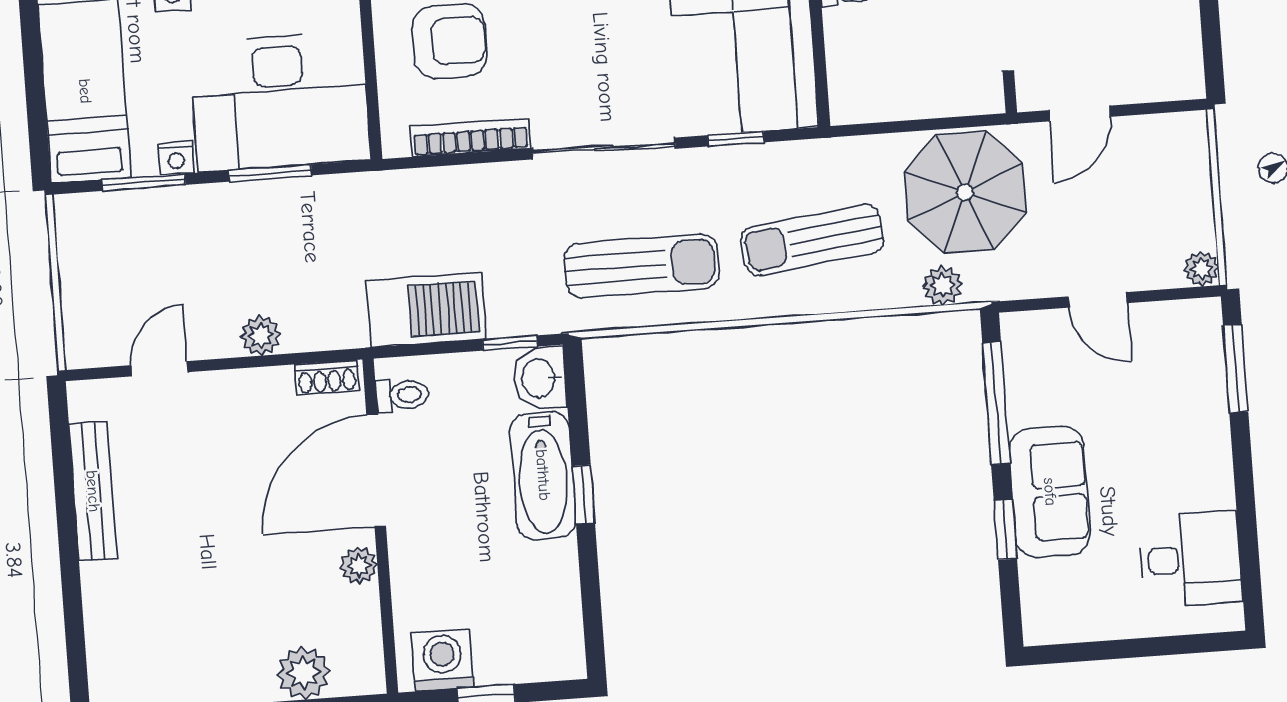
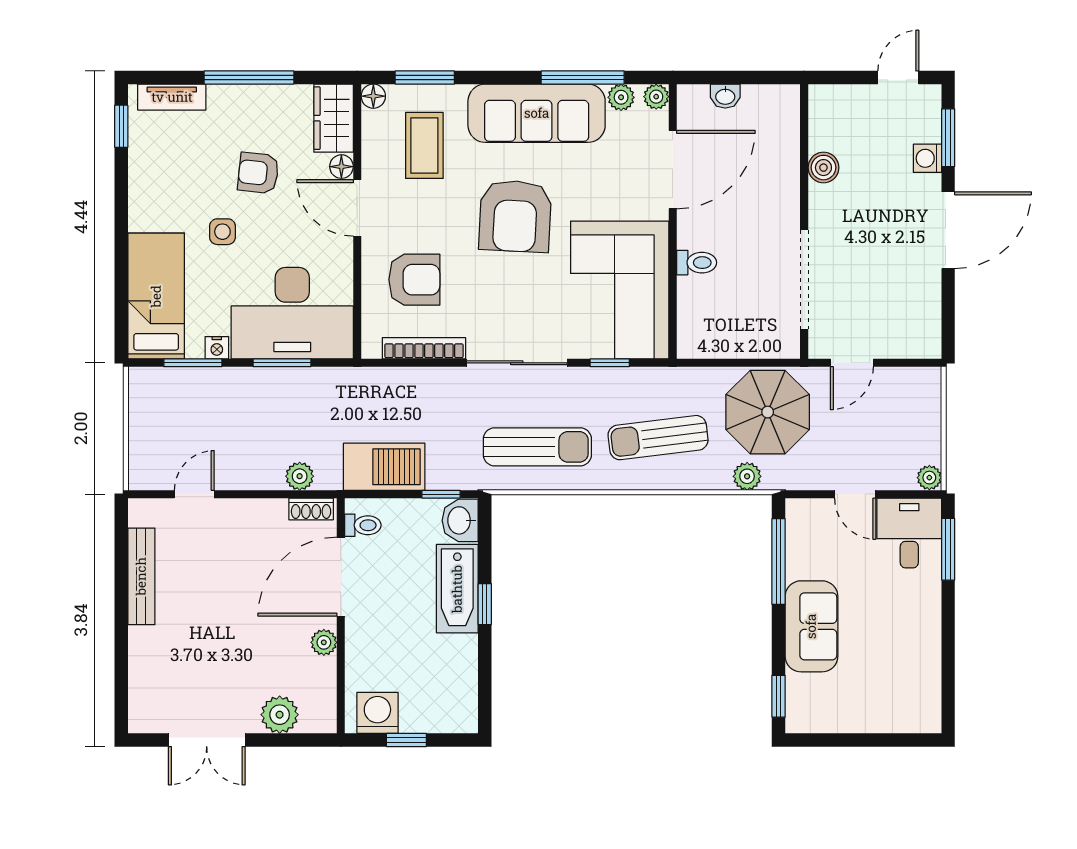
plant: (261, 336) -> (300, 476), moved
window: (1005, 530) -> (779, 696), moved
desk: (1190, 559) -> (909, 533), moved, turned -90

